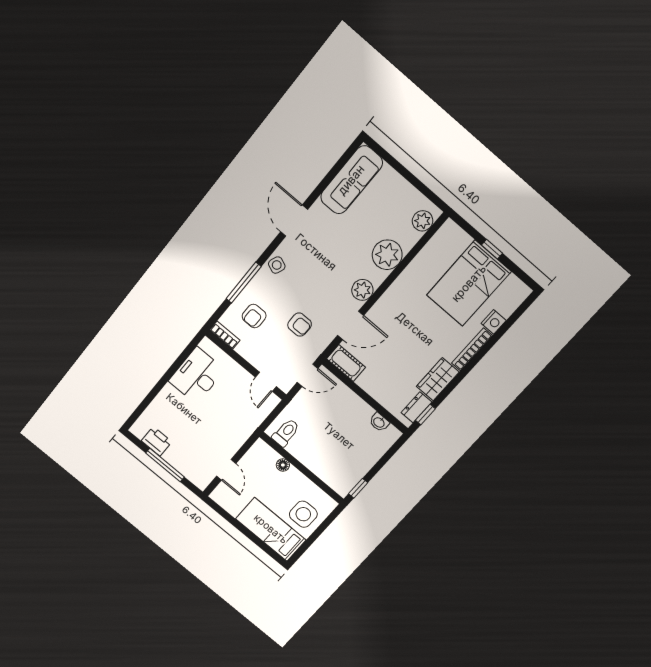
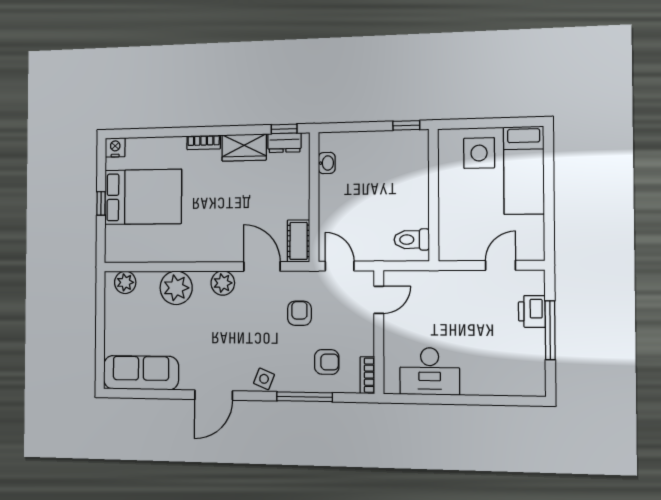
nightstand: (494, 322) -> (115, 147), moved
bookcase: (472, 349) -> (204, 142), width x0.64
printer: (157, 441) -> (532, 311), moved
floor lamp: (283, 465) -> (446, 215), removed

